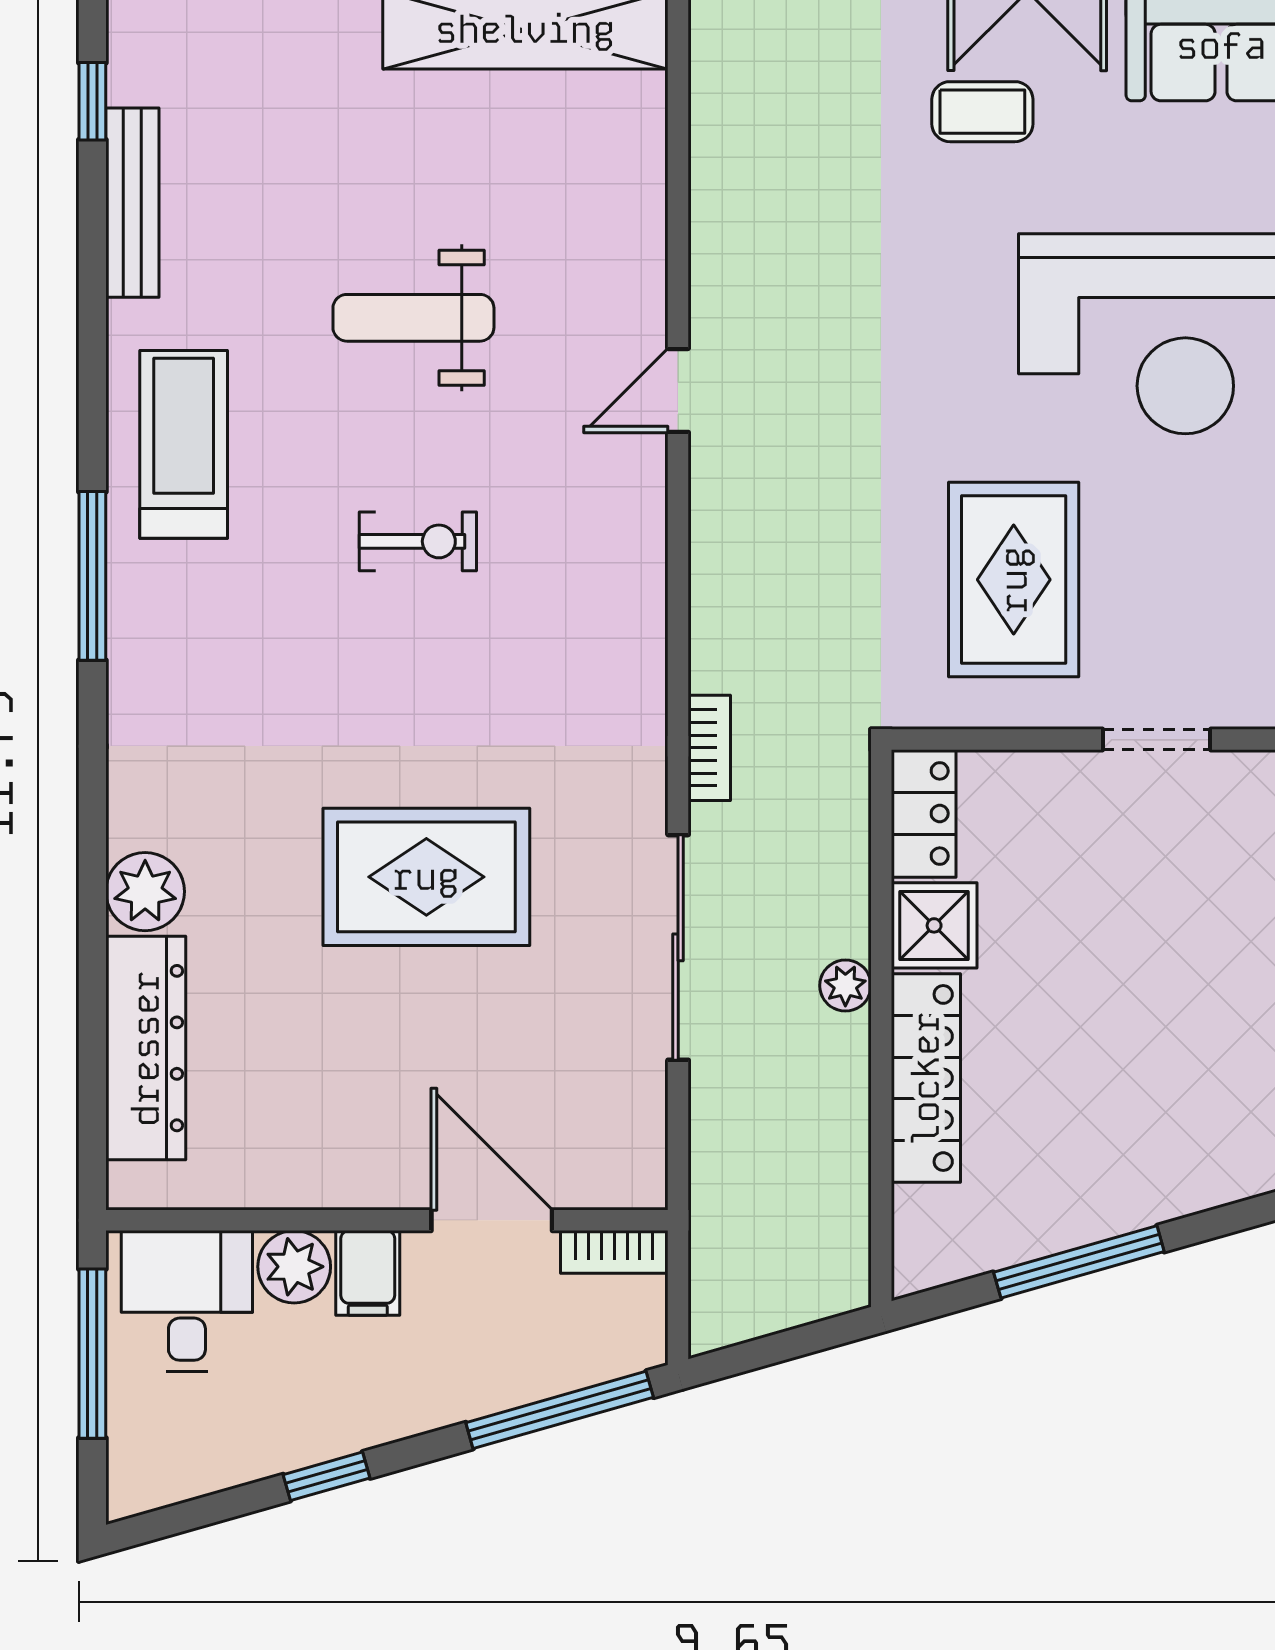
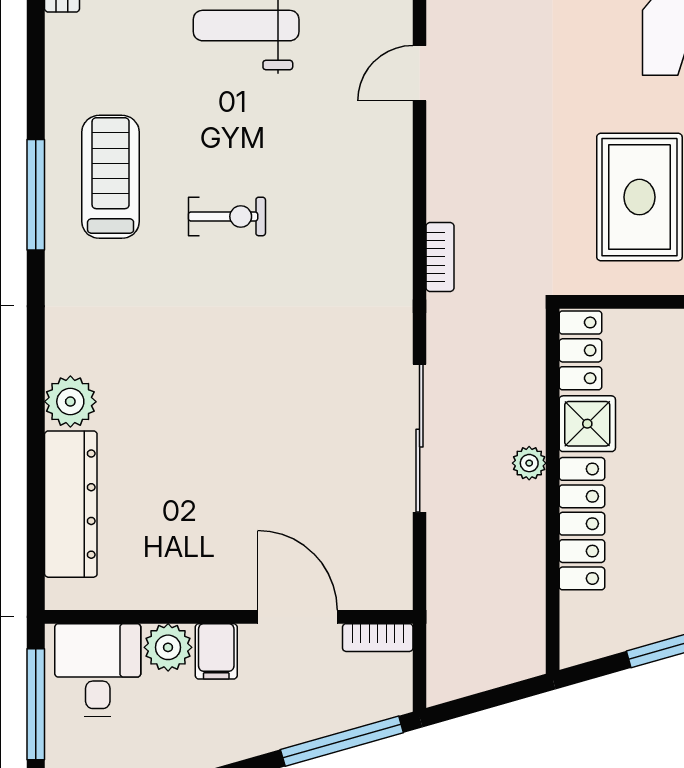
treadmill: (184, 444) -> (111, 177), moved
exercise bike: (418, 541) -> (227, 216), moved
bookcase: (709, 748) -> (440, 257), moved
rug: (426, 877) -> (255, 392), removed

